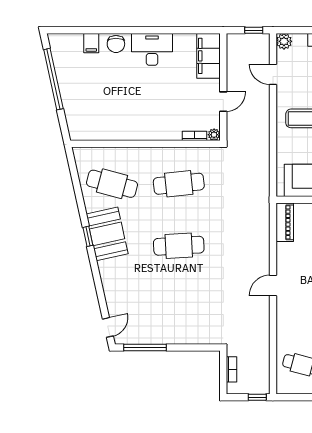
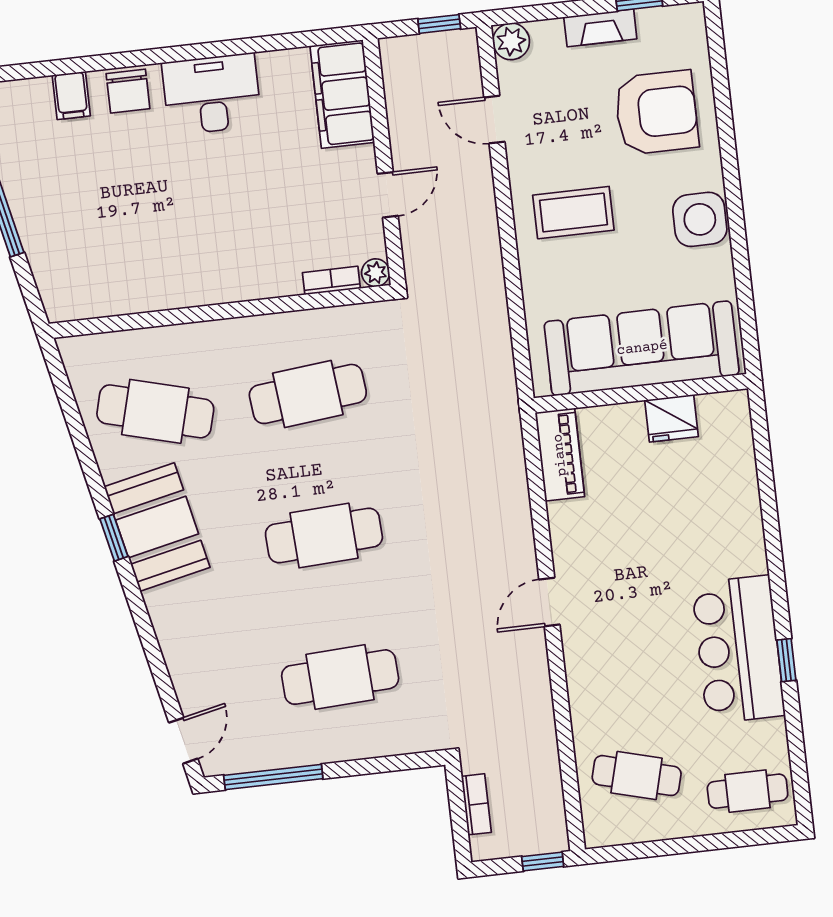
cafe table: (179, 308) -> (340, 677), added

